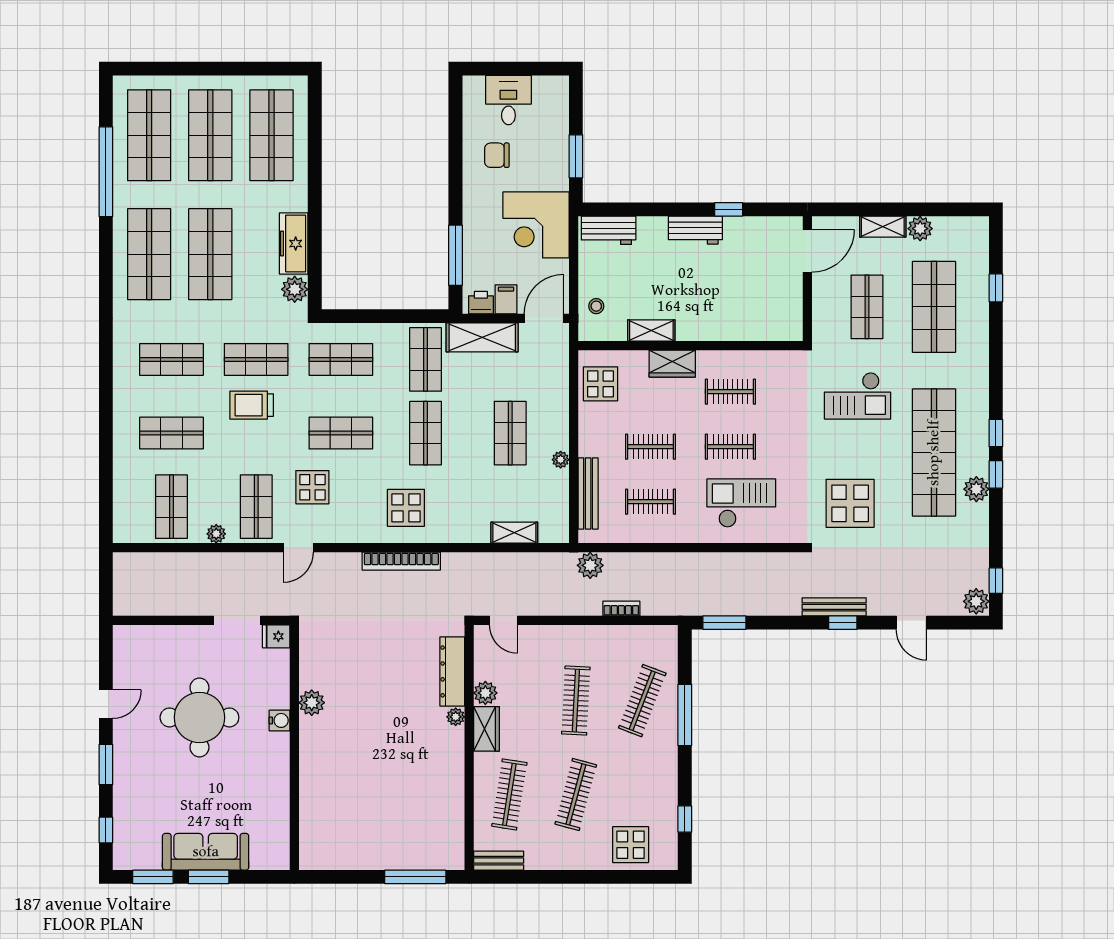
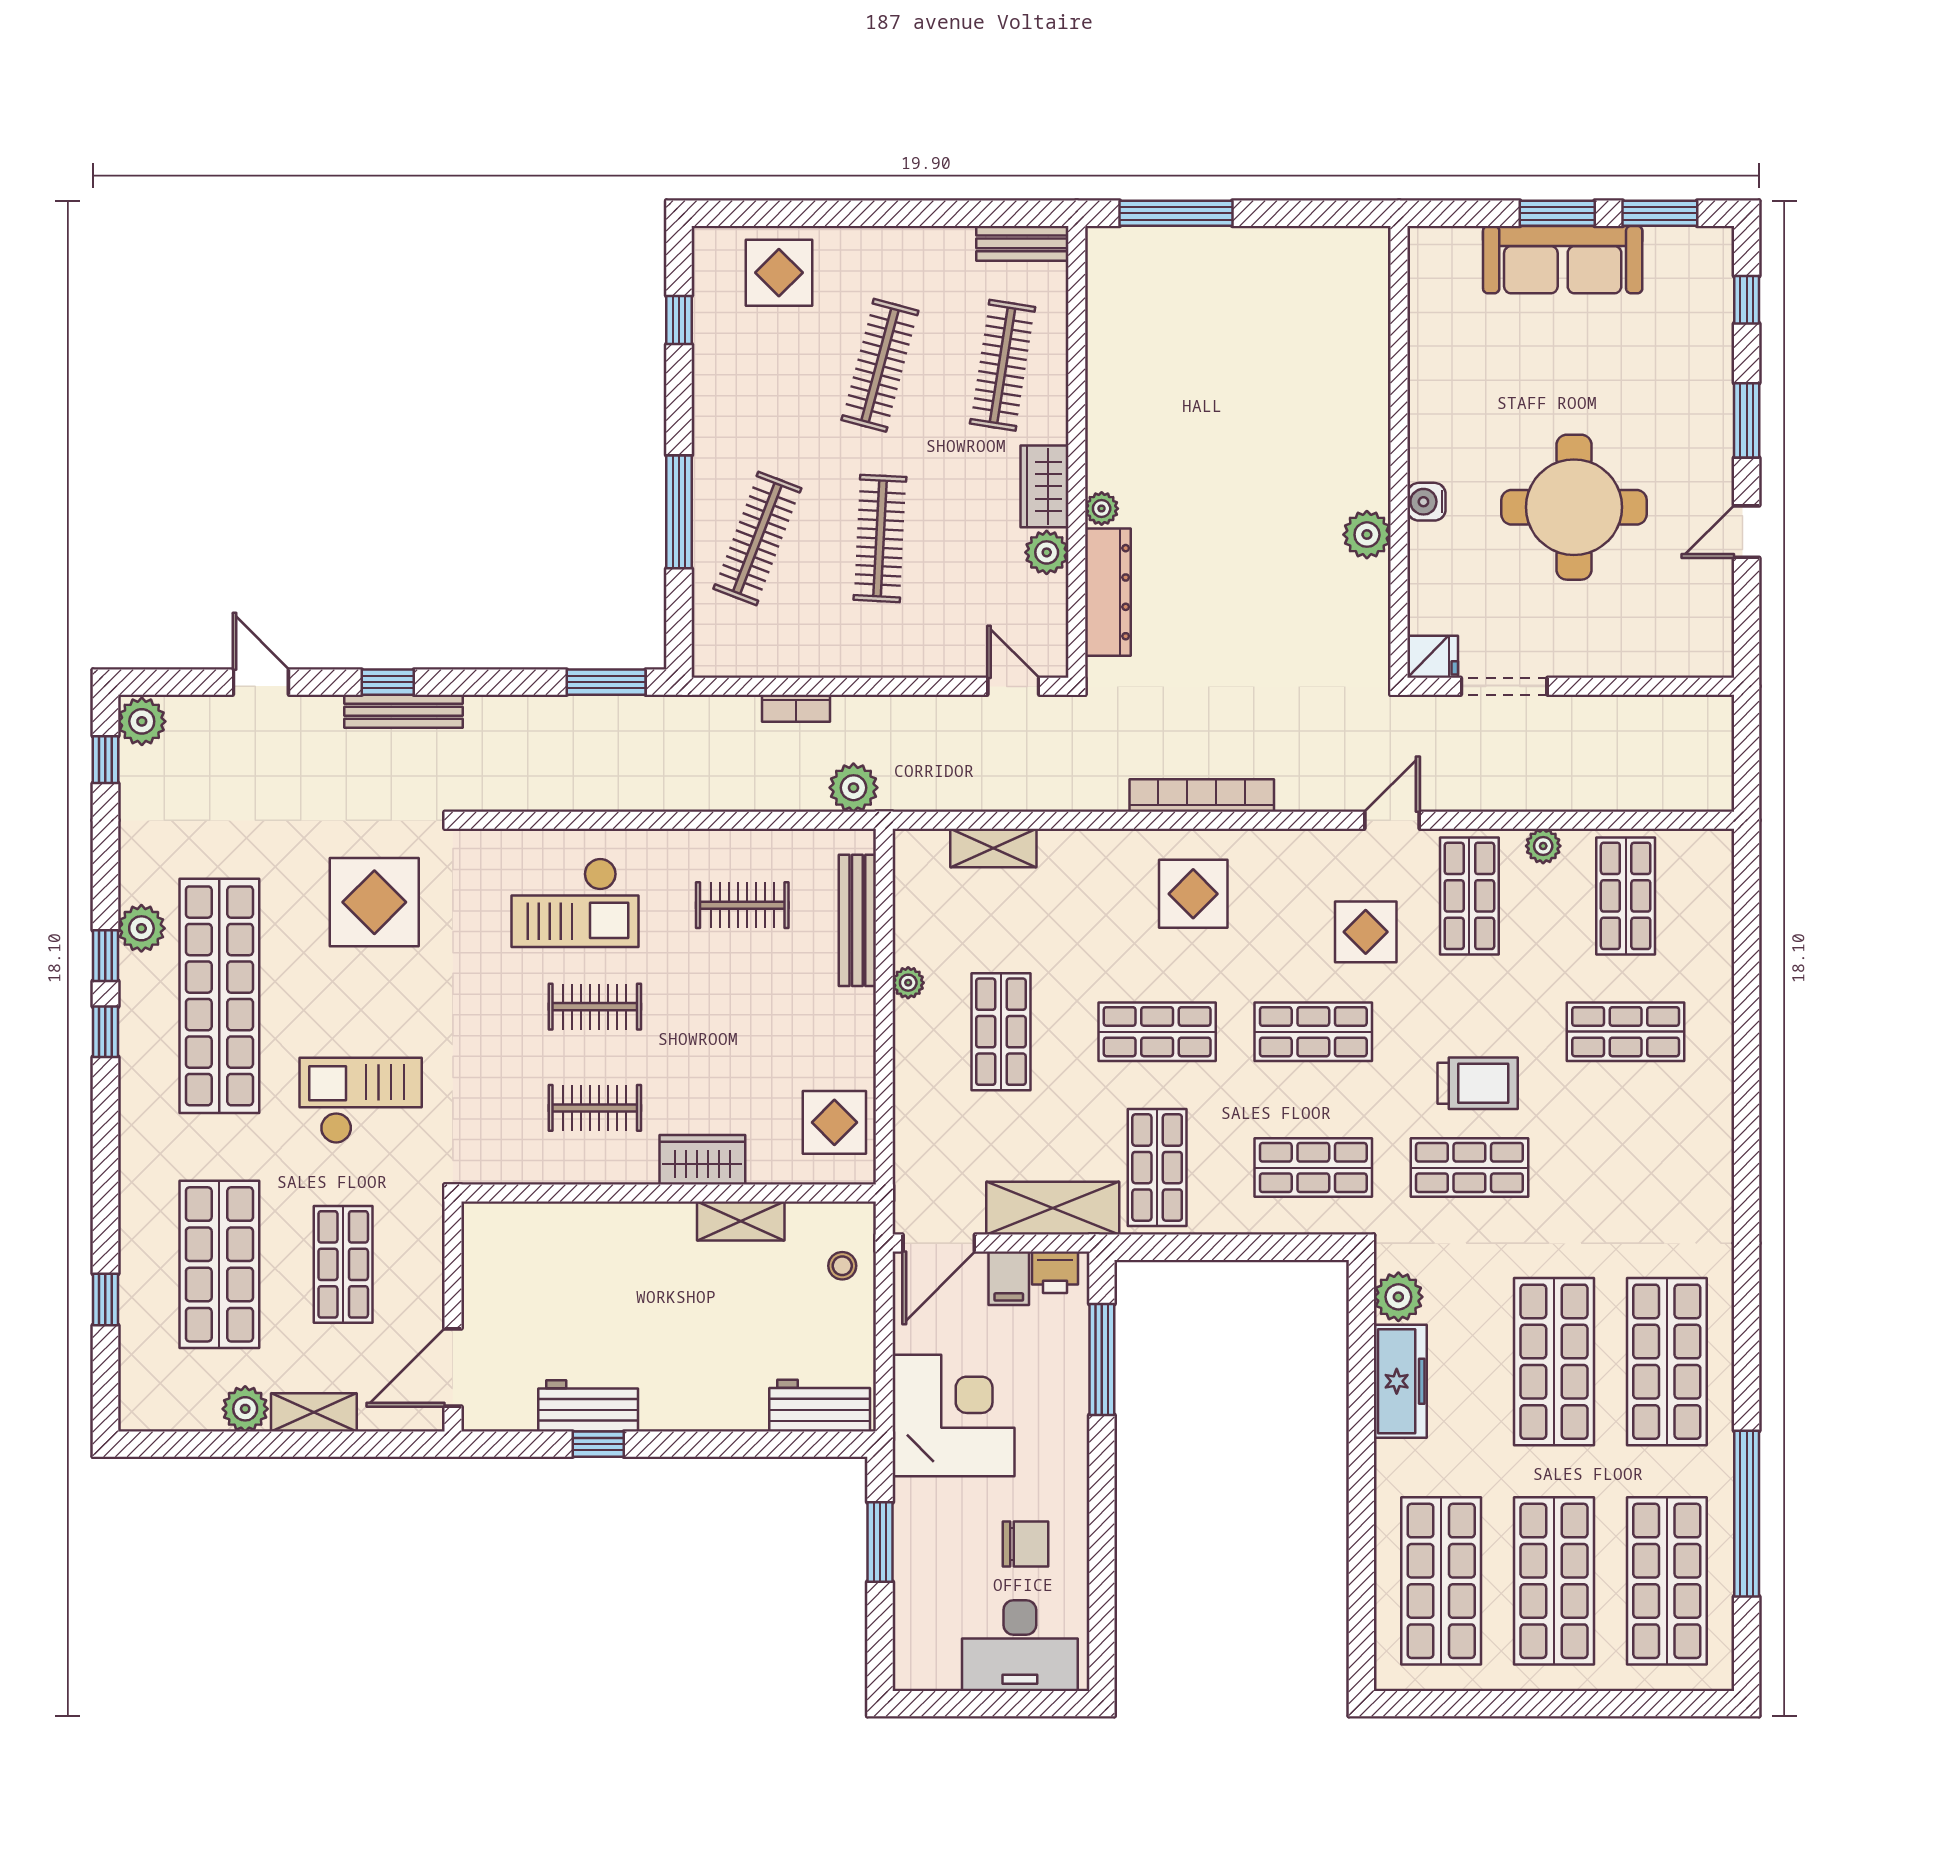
desk: (508, 100) -> (1020, 1646), width x1.37
workbench: (695, 230) -> (588, 1406), moved
shop shelf: (171, 359) -> (1626, 1168), removed
shop shelf: (426, 433) -> (1157, 1032), turned 90
clothes rail: (651, 447) -> (742, 1007), removed

